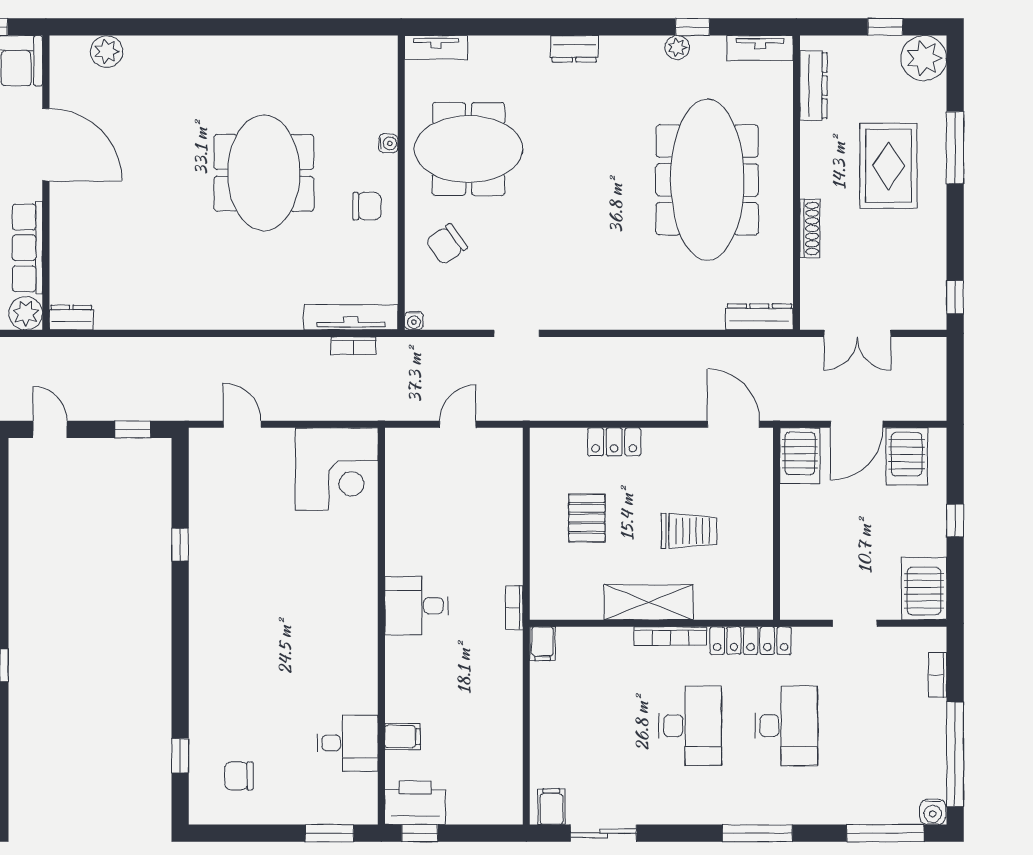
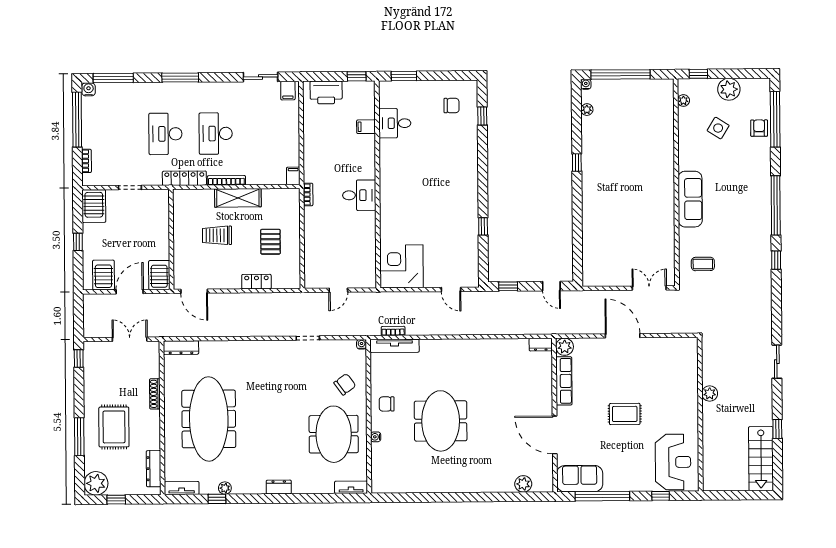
meeting table: (469, 149) -> (334, 434), turned 90
printer: (415, 803) -> (326, 92), moved

